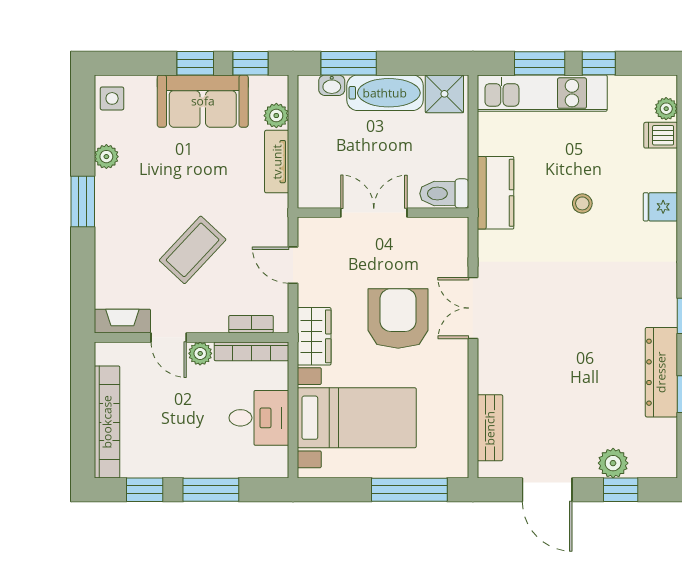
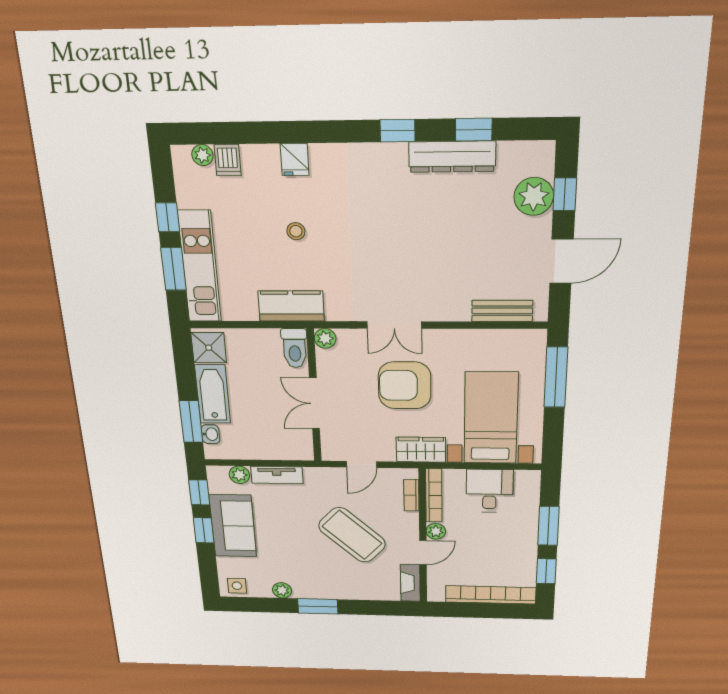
plant: (456, 229) -> (325, 338), added
coffee table: (193, 250) -> (352, 535), width x1.36, depth x1.32
plant: (613, 463) -> (534, 196), width x1.36, depth x1.36

